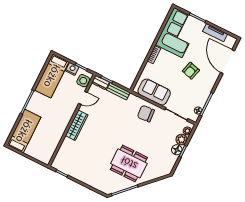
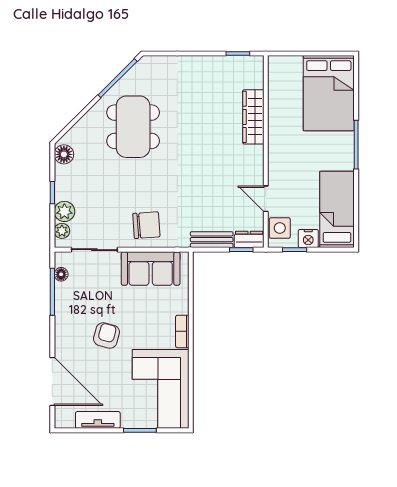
door: (83, 98) -> (266, 199), hinge flipped
wardrobe: (77, 125) -> (253, 117), moved
bed: (24, 131) -> (329, 93), width x1.50
floor lamp: (177, 150) -> (64, 154), moved
dining table: (129, 163) -> (133, 127), turned 90

